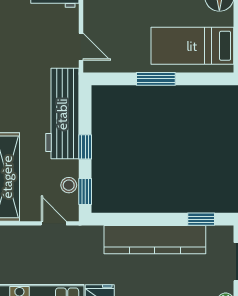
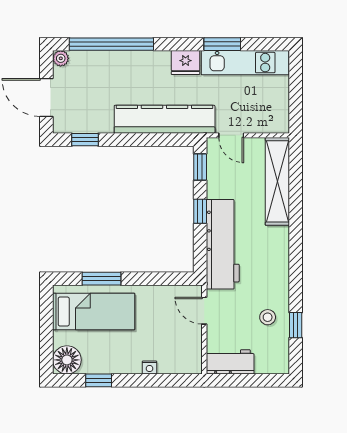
window: (156, 79) -> (102, 279), moved
stool: (69, 185) -> (268, 317), moved
kitchen counter: (155, 240) -> (165, 119), moved

